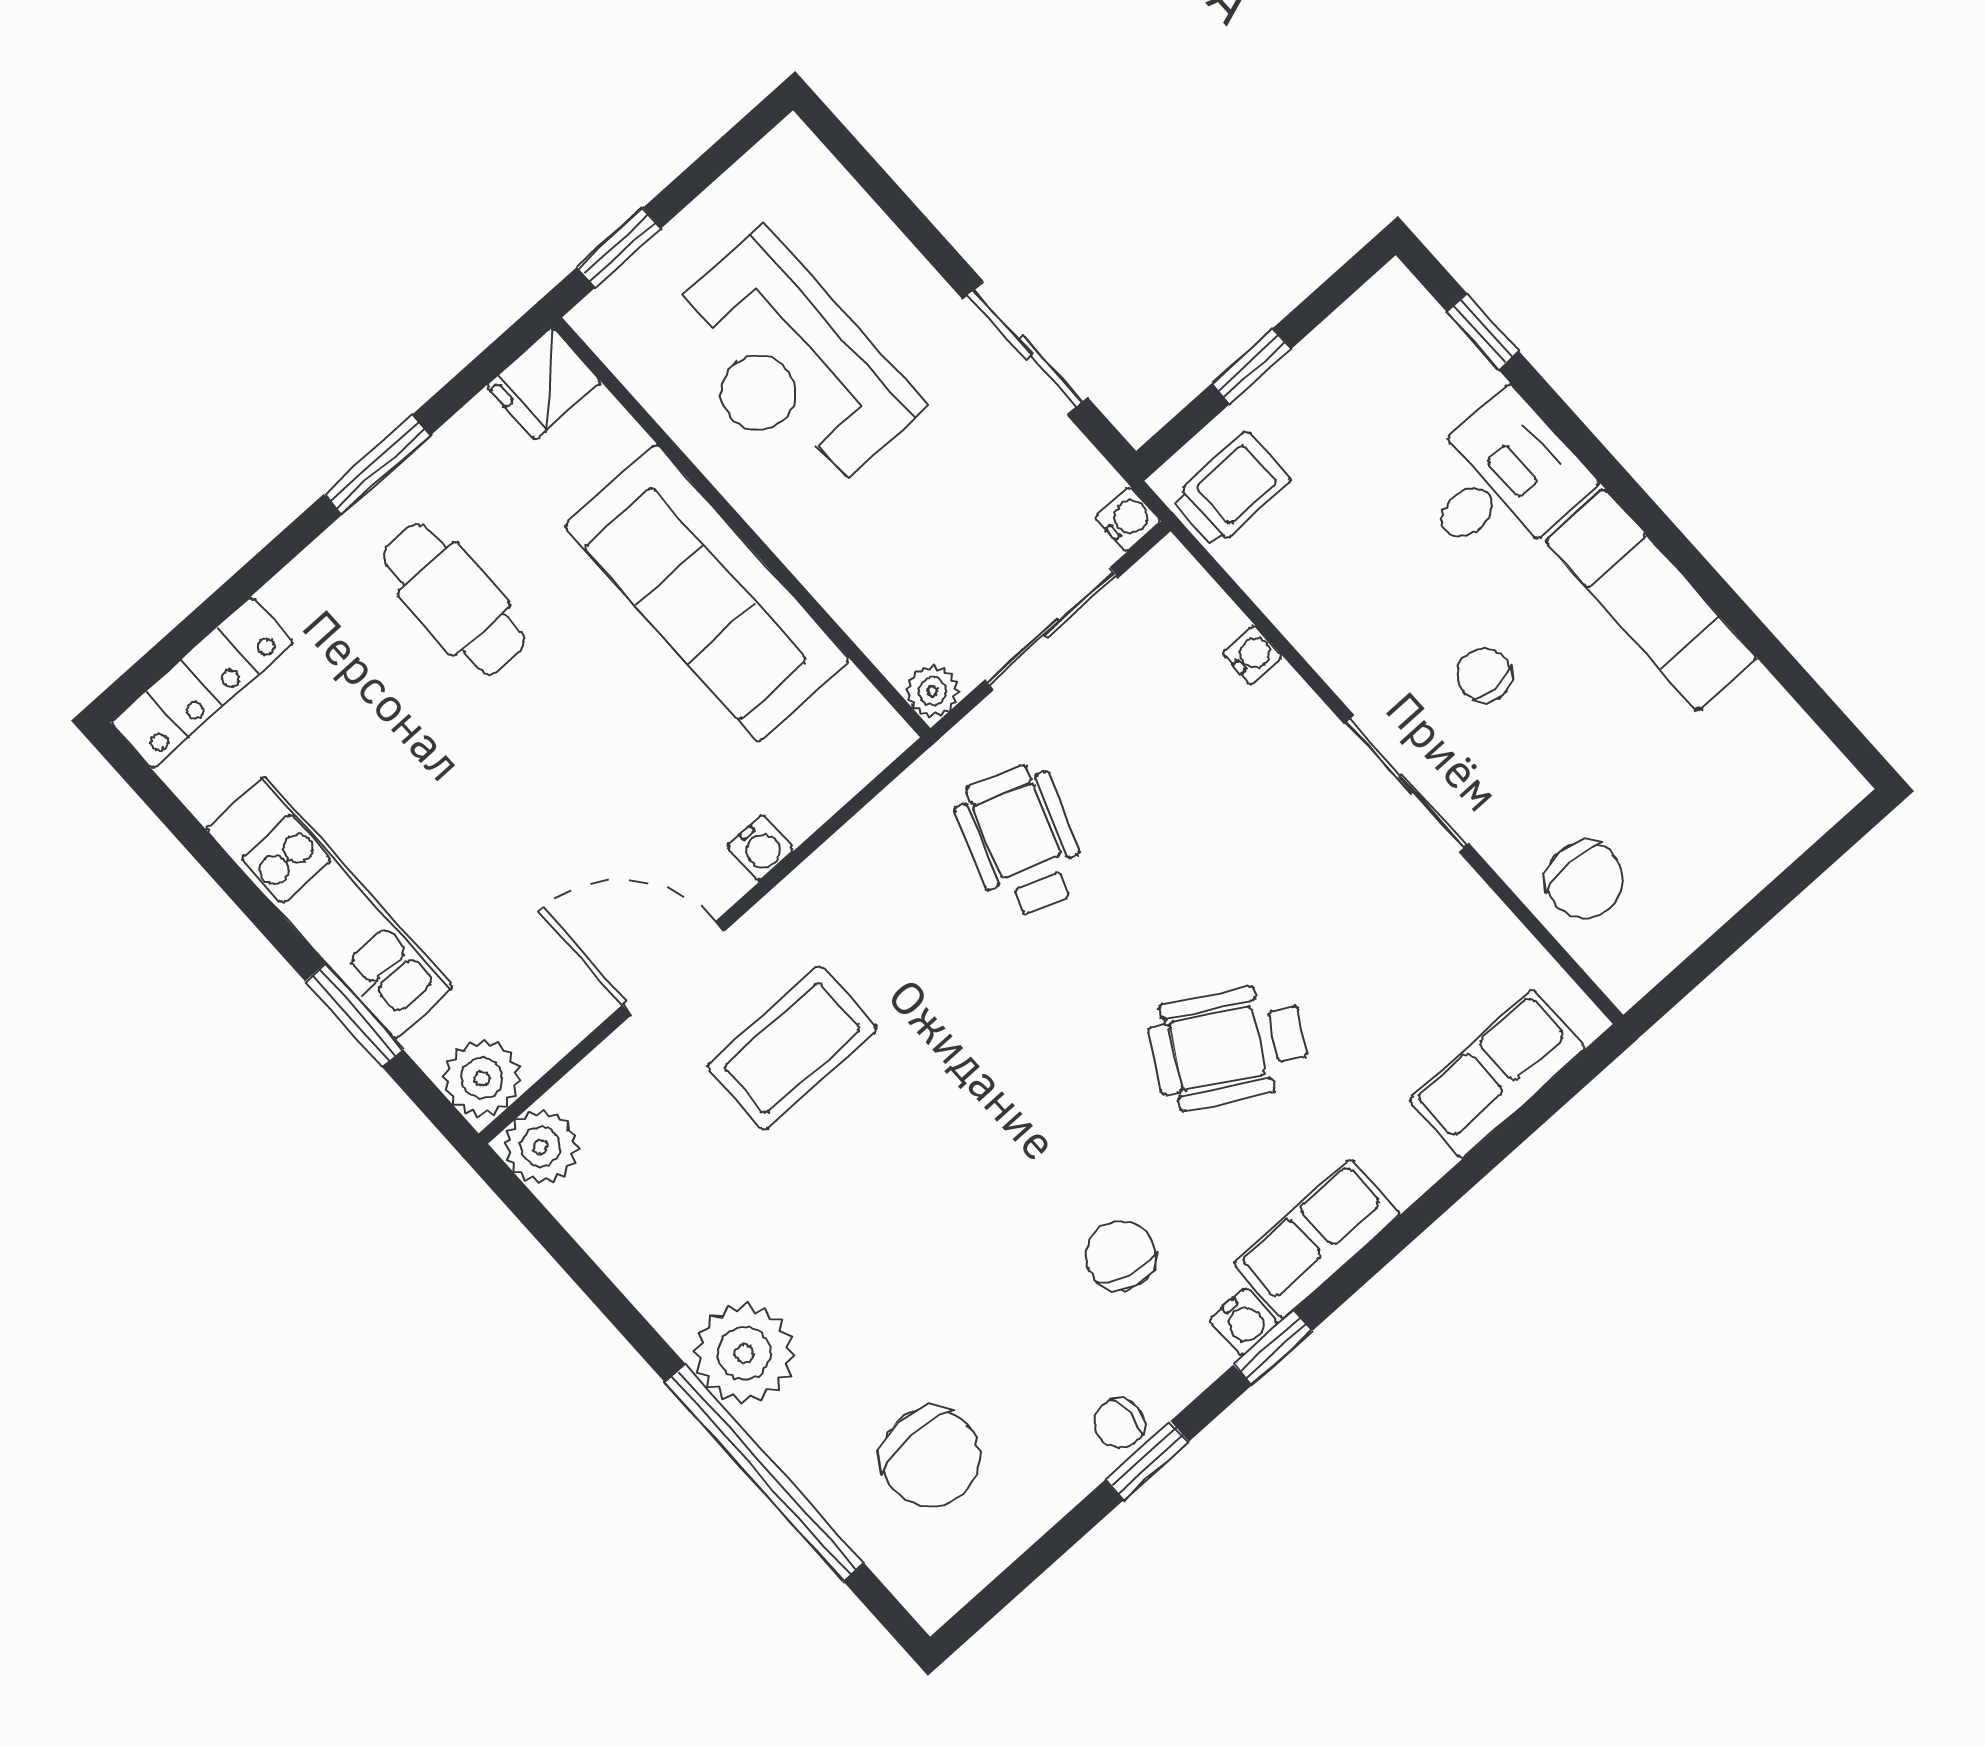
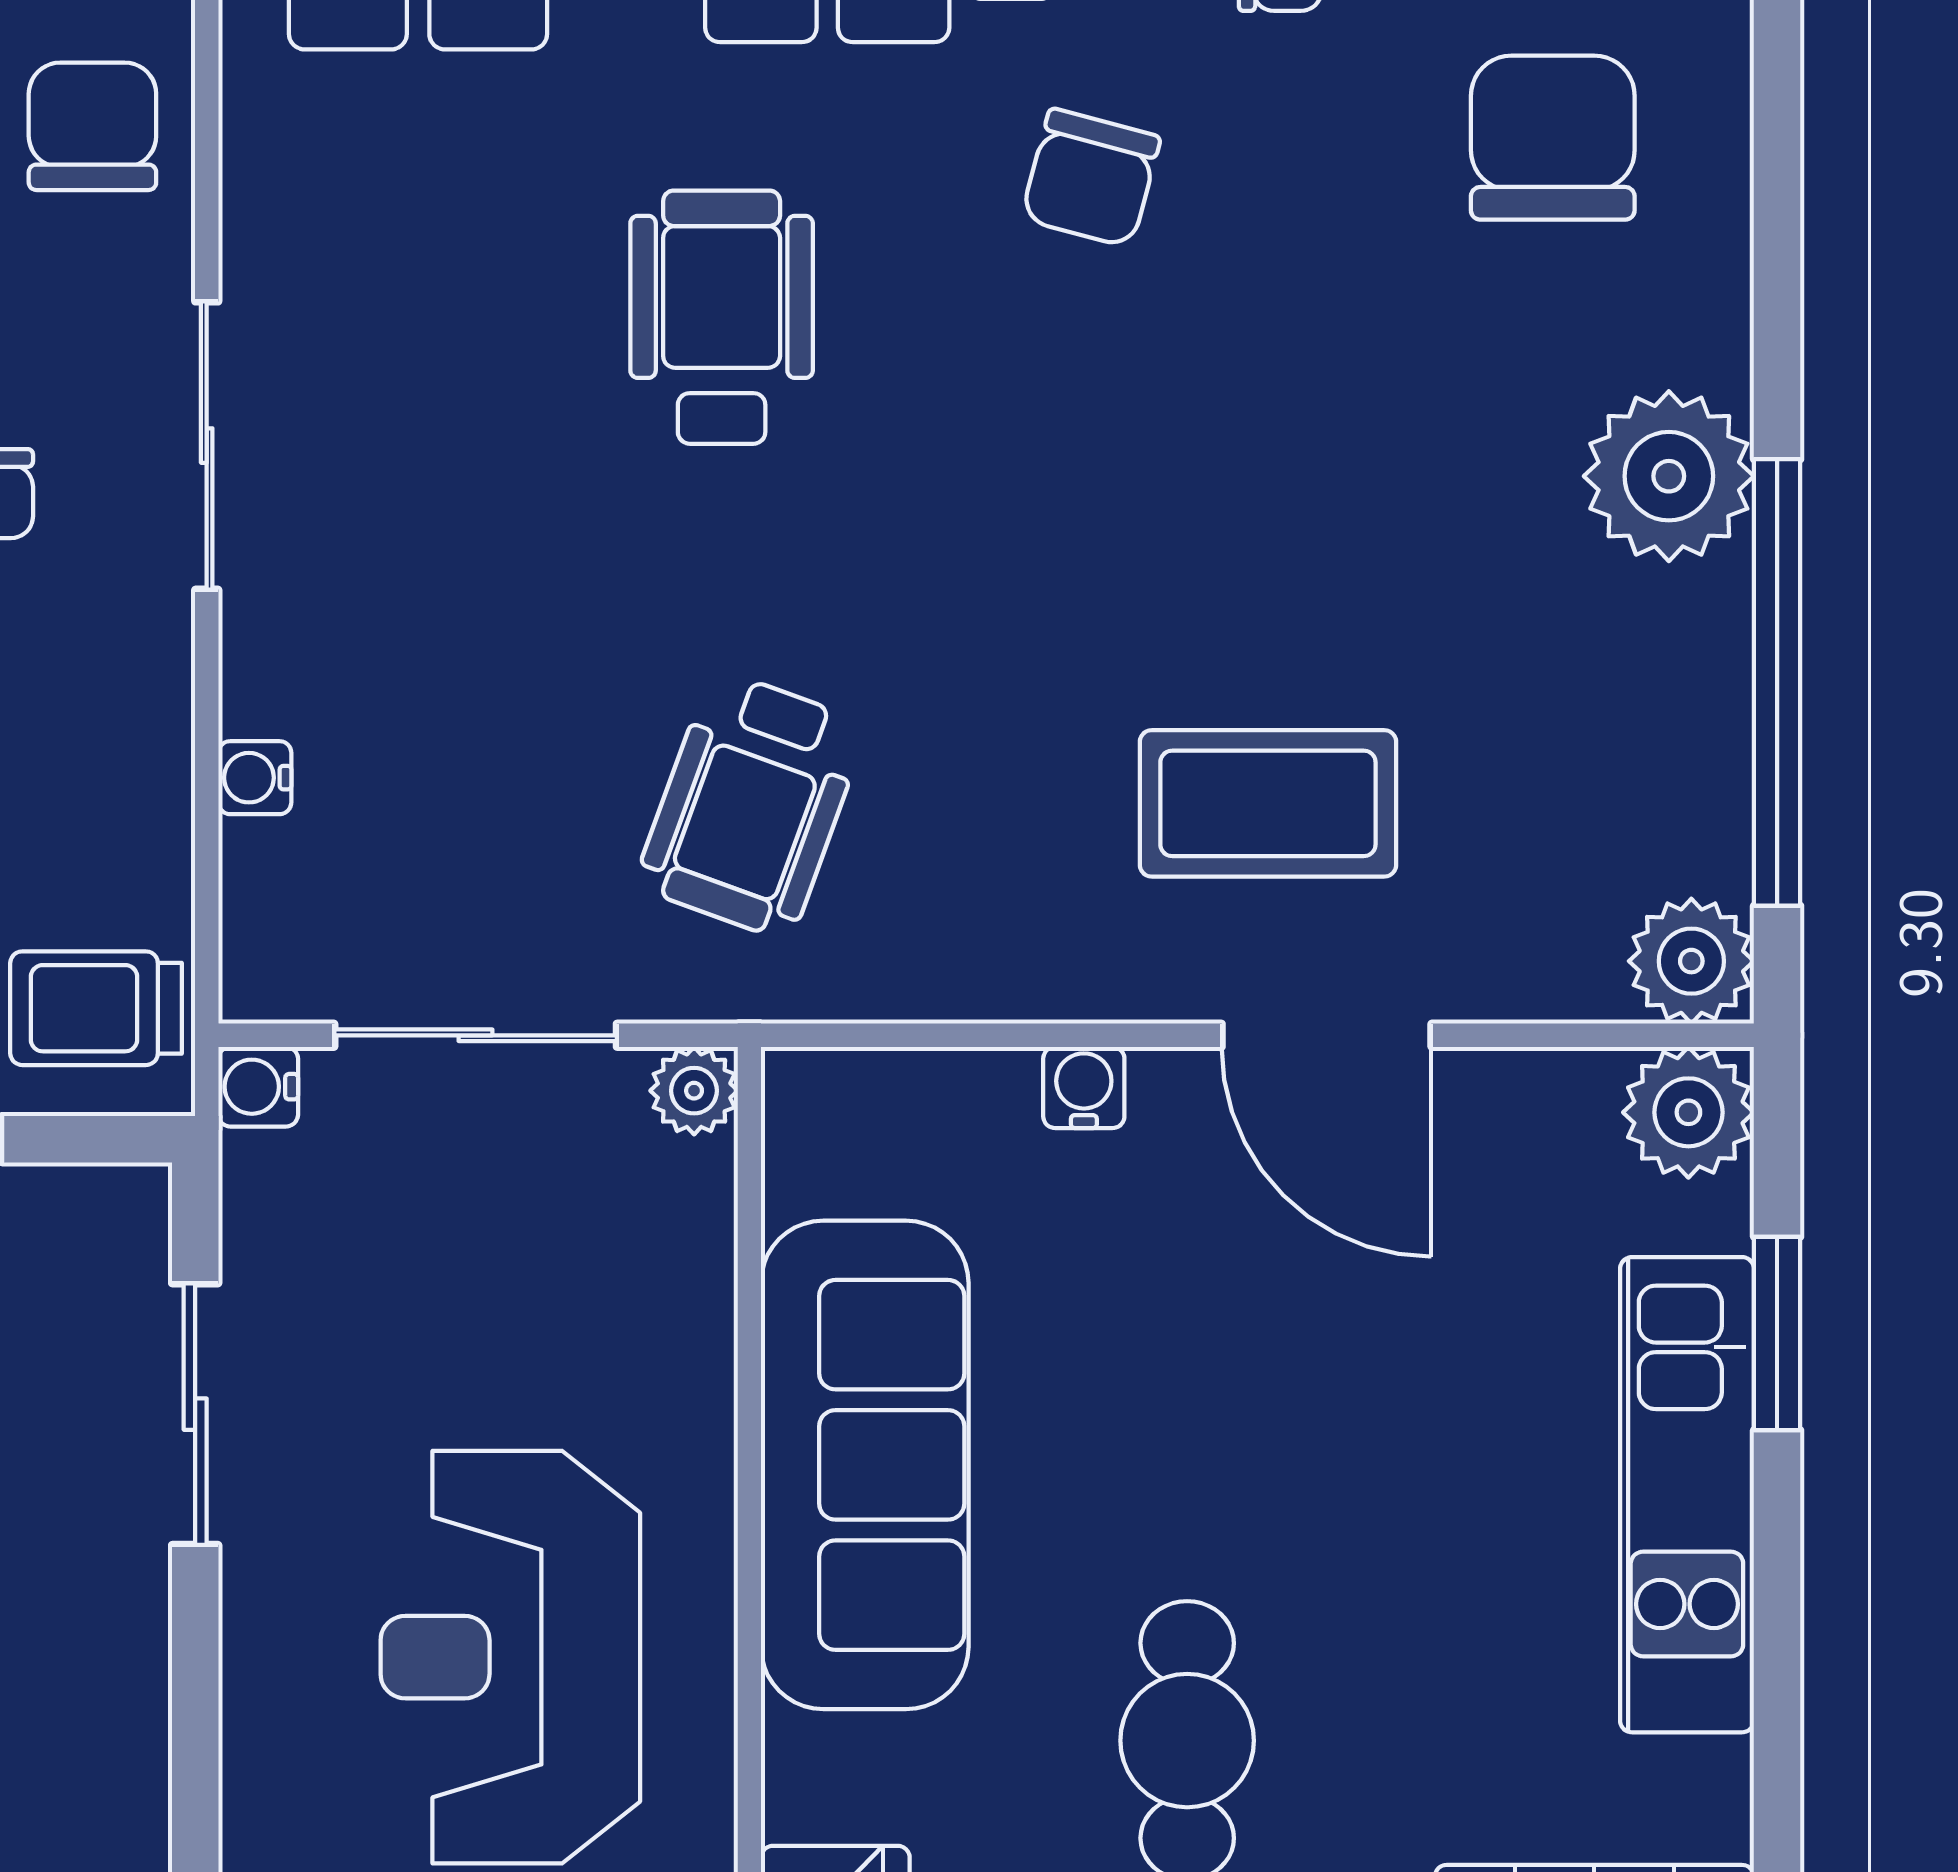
reception desk: (788, 366) -> (510, 1657), turned 180
wheelchair: (1229, 1046) -> (722, 317), turned -120
window: (765, 1473) -> (1777, 682), moved

